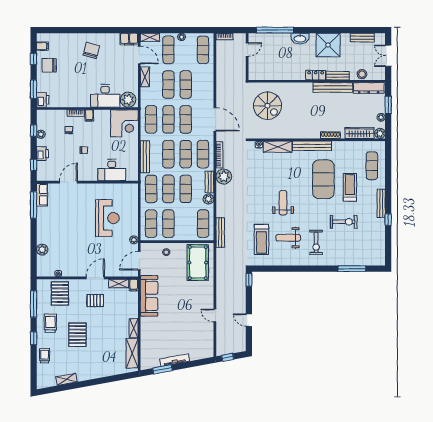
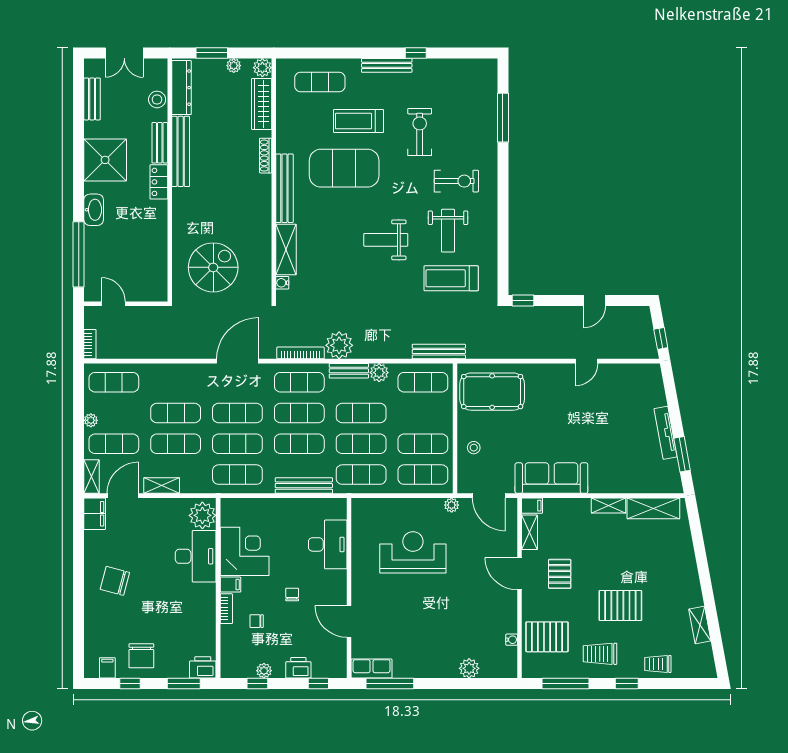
corner desk: (124, 123) -> (245, 551), moved
treadmill: (261, 239) -> (451, 278), turned 180

